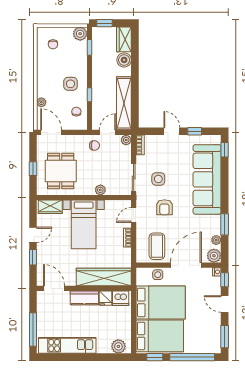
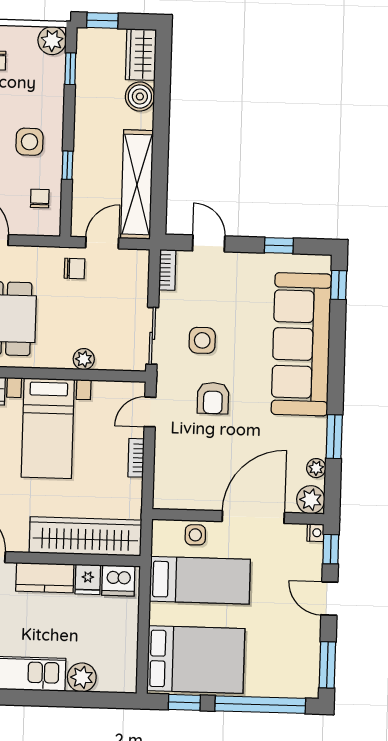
door: (172, 131) -> (209, 243), moved
plant: (126, 140) -> (139, 259), removed
coffee table: (157, 246) -> (195, 477), removed
bed: (161, 302) -> (200, 580), width x0.67
plant: (118, 346) -> (82, 677), moved

